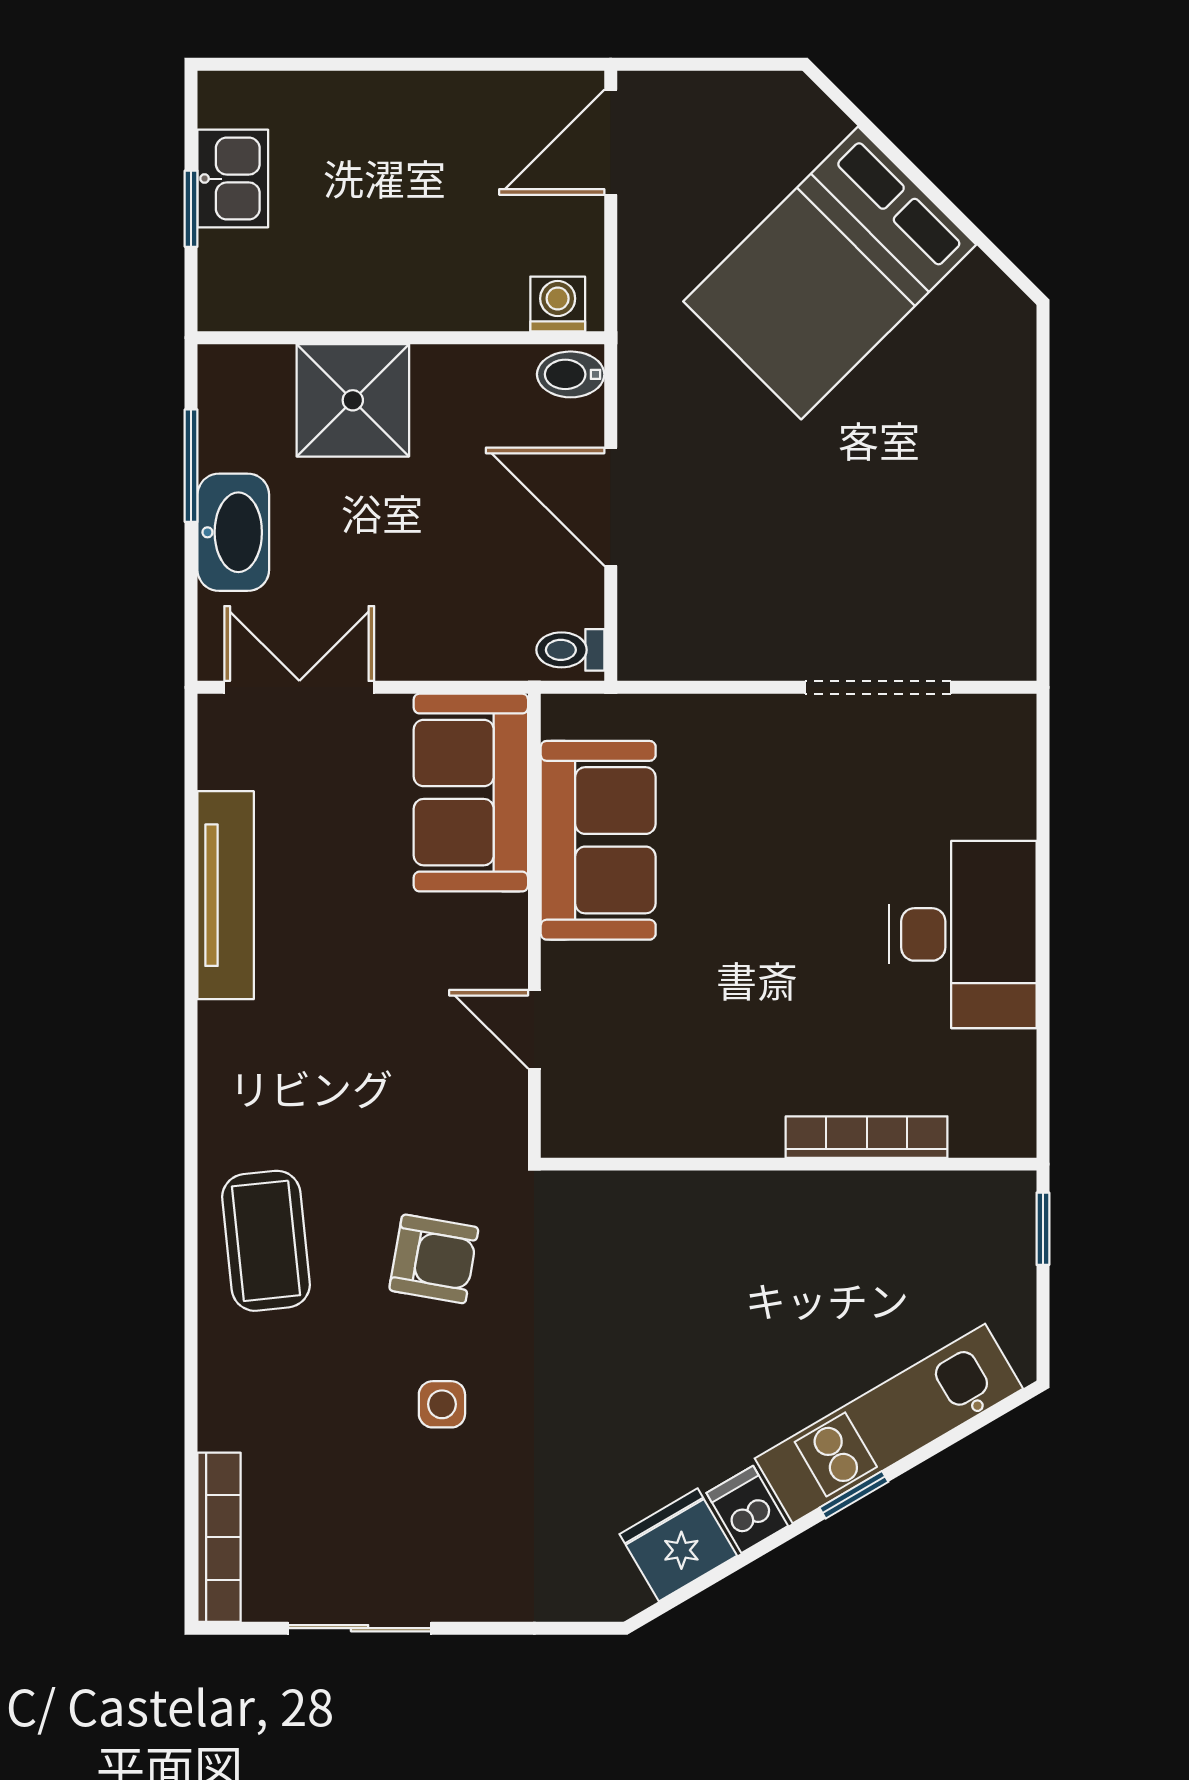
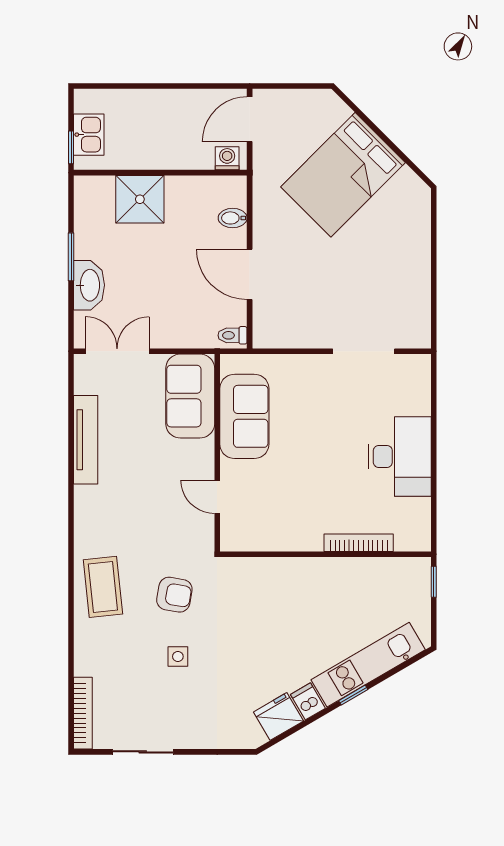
washing machine: (558, 304) -> (227, 158), moved
wall: (401, 338) -> (160, 173), moved
shower: (353, 400) -> (140, 199), moved

